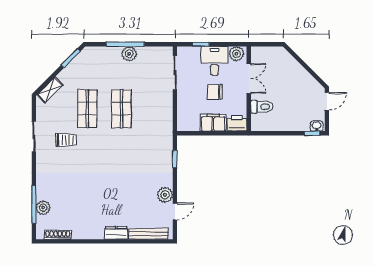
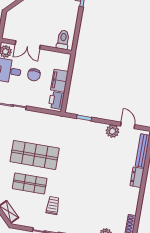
double door: (249, 78) -> (28, 45), swing flipped
toilet: (262, 107) -> (63, 40), moved
shop shelf: (122, 109) -> (35, 155), width x1.43, depth x1.36
printer: (237, 123) -> (56, 100), moved

